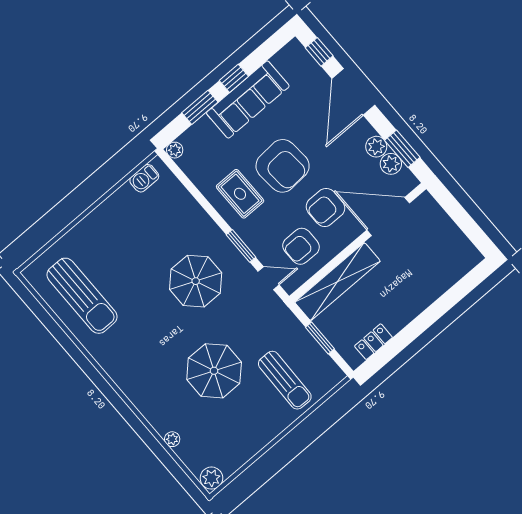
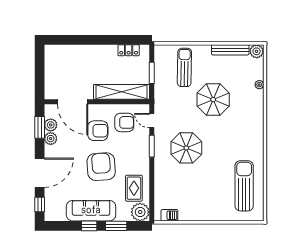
plant: (175, 150) -> (140, 212), width x1.87, depth x1.87
rug: (240, 194) -> (134, 188), moved
bench: (246, 452) -> (230, 50), added

